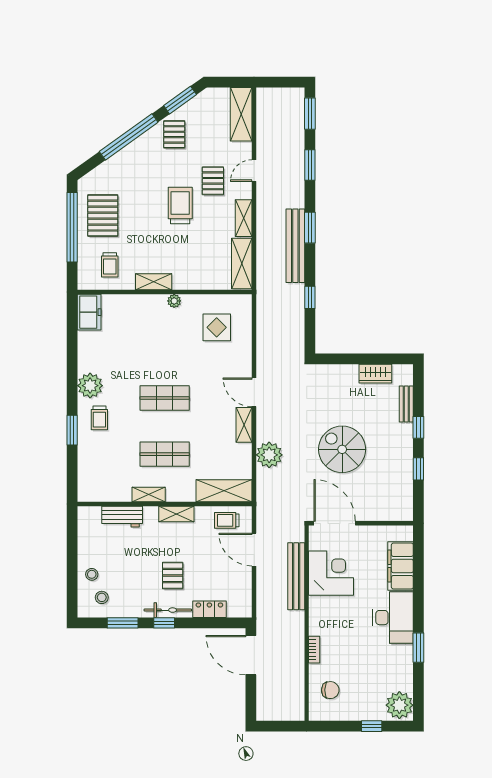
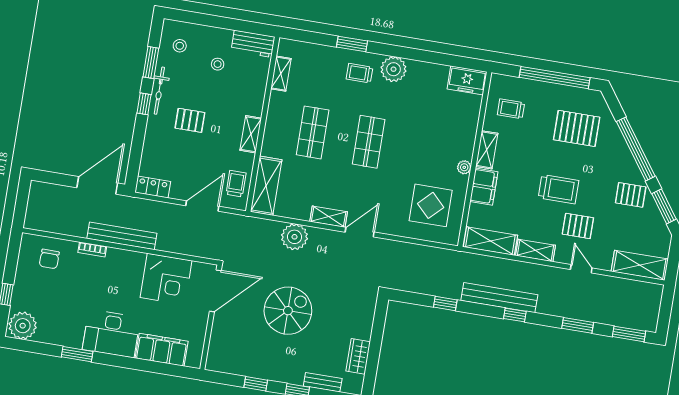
pallet: (103, 216) -> (577, 128), moved
window: (310, 228) -> (515, 315), width x0.67
filing cabinet: (190, 279) -> (484, 187), added
display table: (217, 327) -> (431, 205), width x1.36, depth x1.36
shelving: (149, 494) -> (281, 74), moved
workbench: (122, 517) -> (253, 44), moved, turned -90
stool: (92, 574) -> (218, 64), moved
bench: (296, 576) -> (122, 236), moved
locker: (209, 609) -> (153, 187), moved, turned -90
bicycle: (168, 610) -> (159, 91), moved

